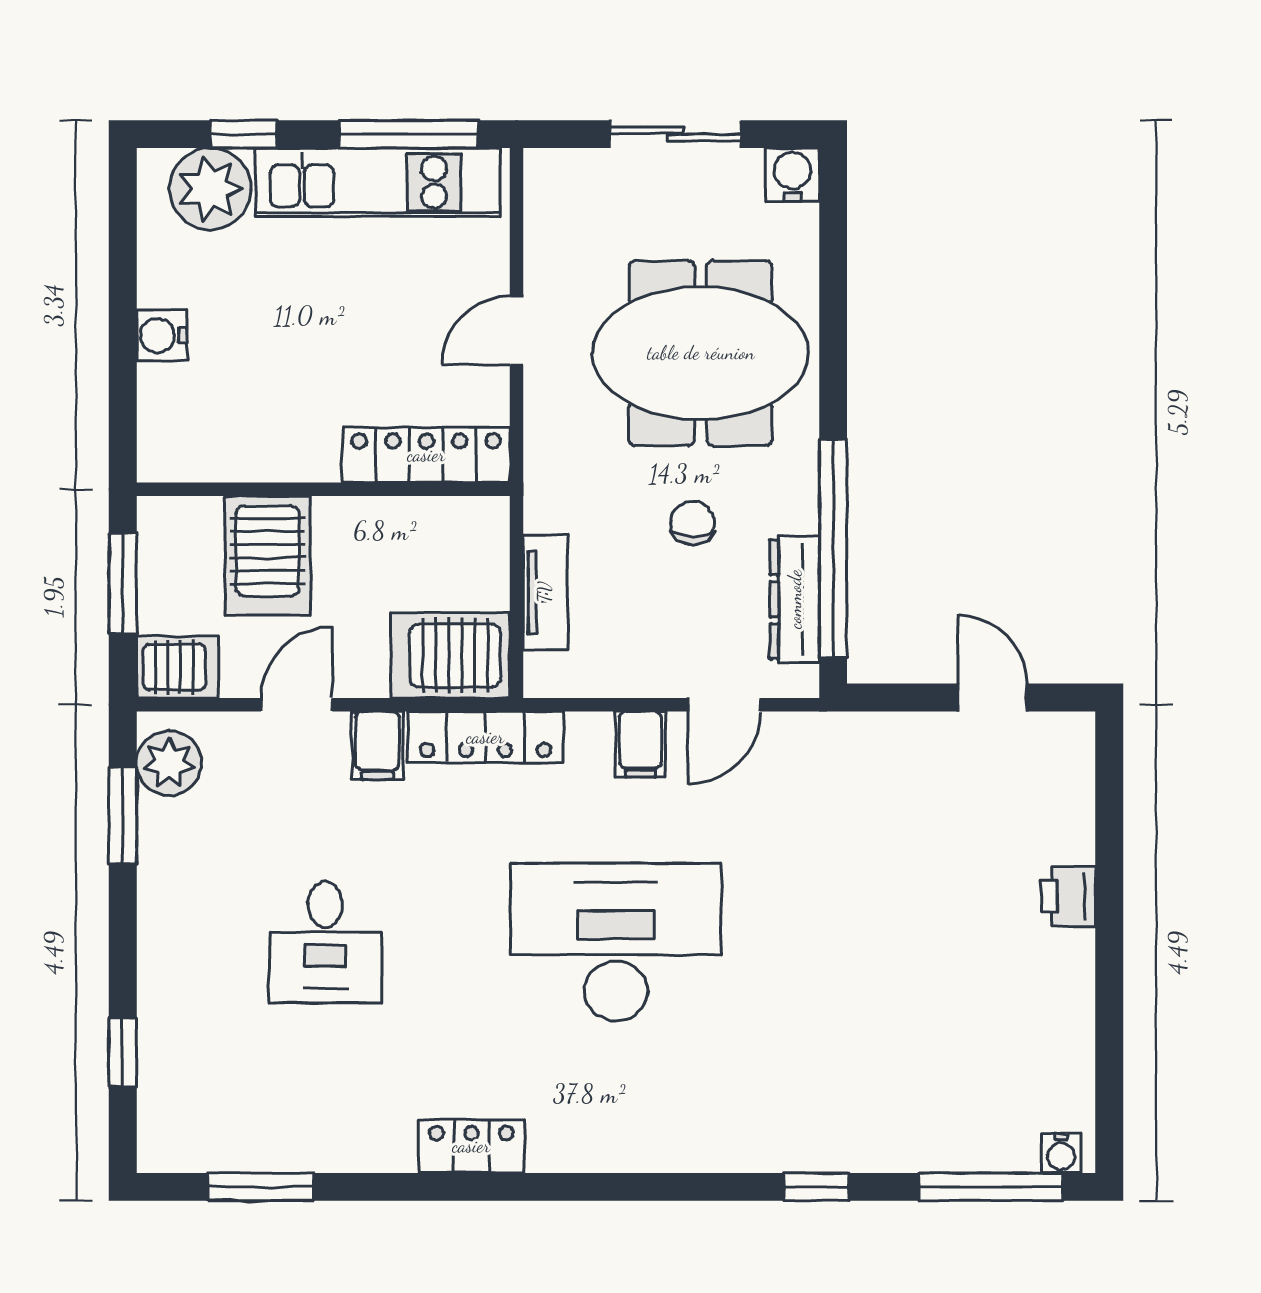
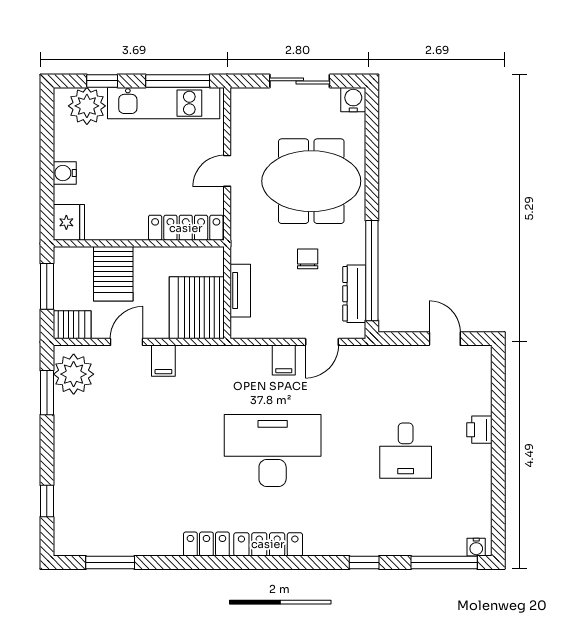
fridge: (171, 443) -> (69, 222), added
server rack: (450, 655) -> (197, 308), width x1.60
locker: (485, 737) -> (268, 544), moved, turned 180
plant: (169, 763) -> (74, 374), width x1.36, depth x1.36
desk: (325, 942) -> (406, 451), moved

